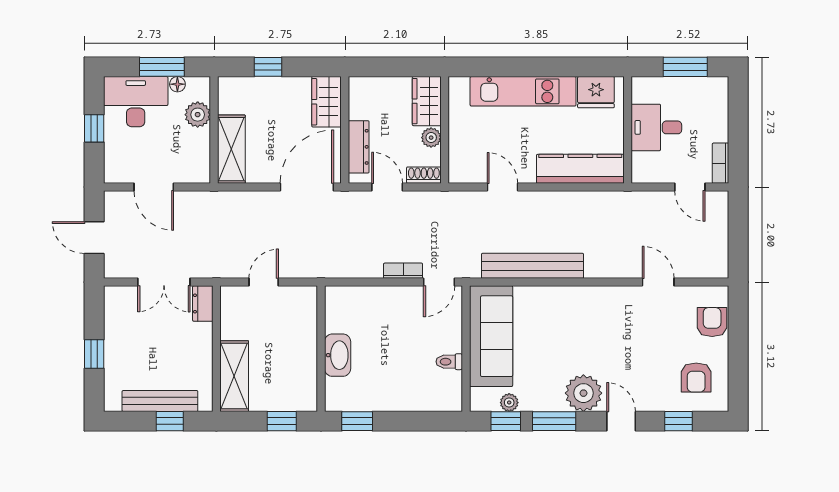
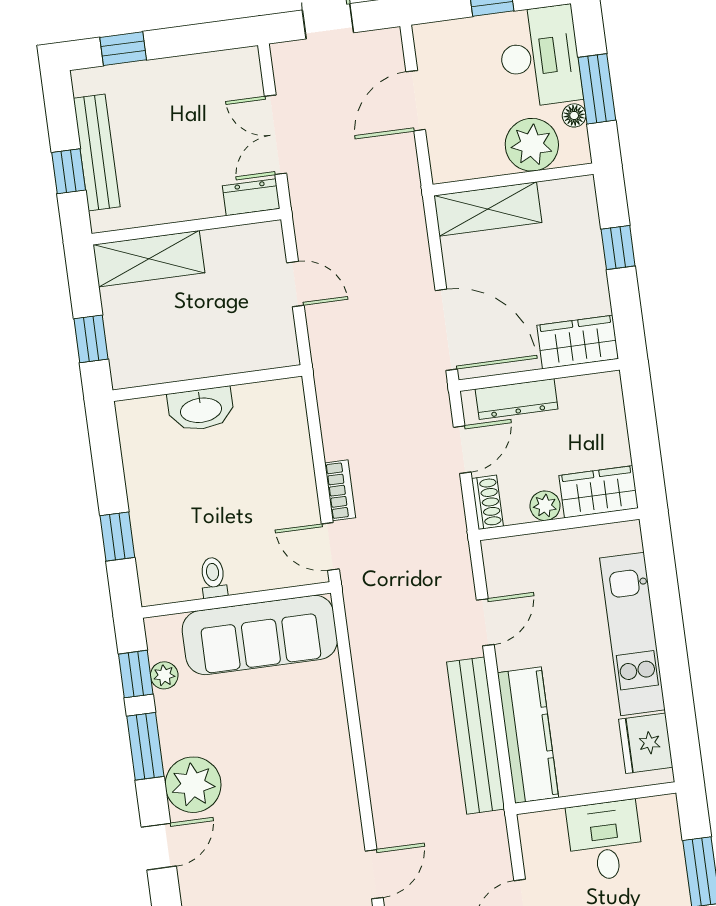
plant: (198, 115) -> (532, 145), width x1.36, depth x1.36
bench: (532, 266) -> (476, 736), moved
window: (94, 354) -> (123, 49), moved
window: (357, 421) -> (117, 536), moved

